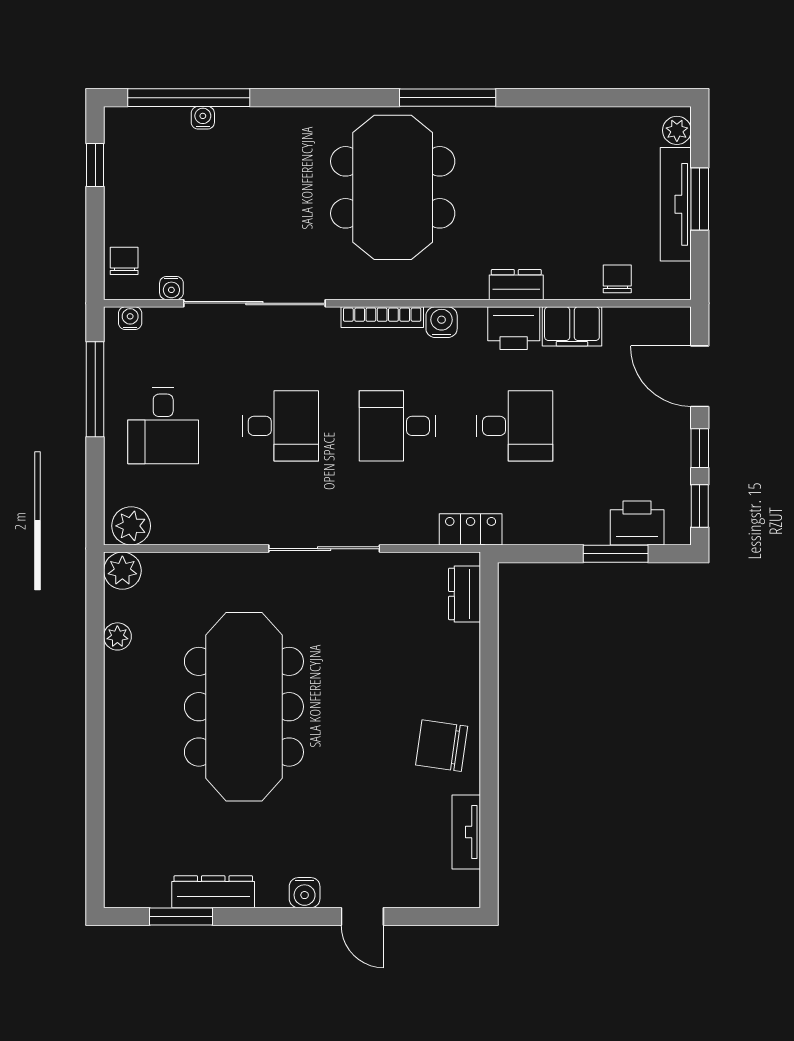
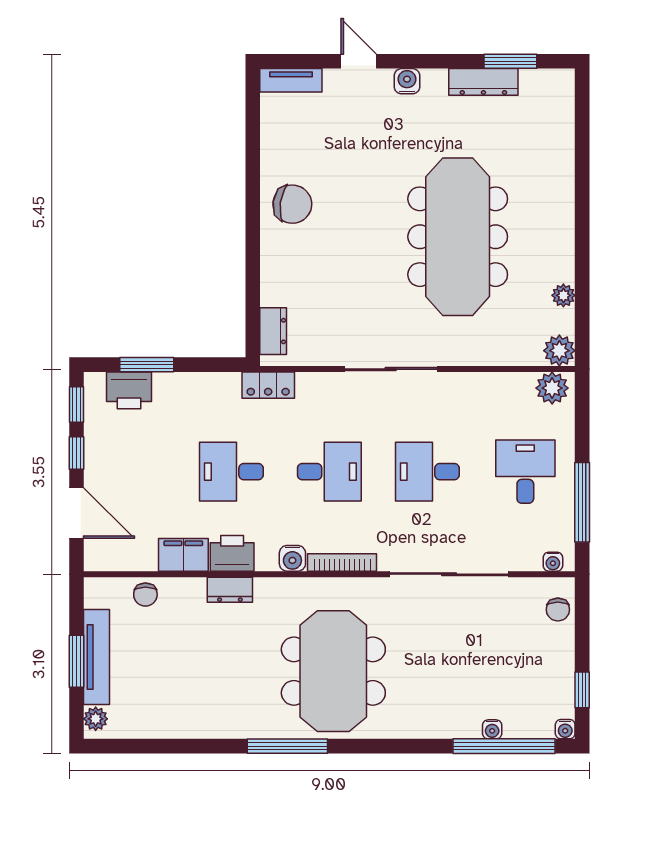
water cooler: (171, 288) -> (565, 729), moved, turned 180
tv unit: (466, 832) -> (291, 80), moved, turned 90

